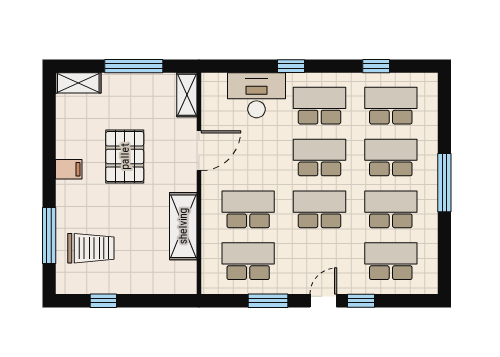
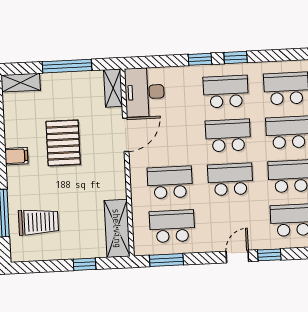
window: (376, 66) -> (236, 58), moved
desk: (256, 95) -> (145, 92), moved, turned -90
shelving: (183, 226) -> (117, 228), moved
window: (103, 301) -> (84, 264), moved
window: (268, 301) -> (166, 260), moved

